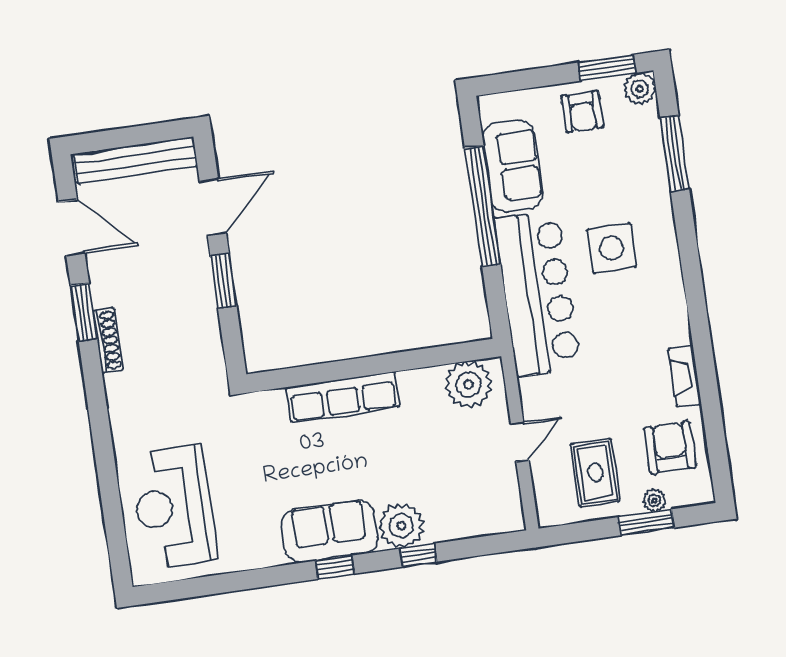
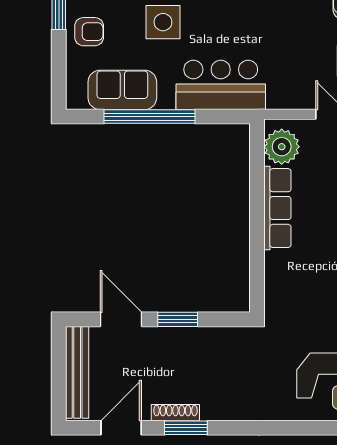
side table: (612, 248) -> (163, 22), moved
bar counter: (537, 293) -> (221, 85), width x0.73
shoe rack: (108, 340) -> (175, 413), moved
row of seats: (343, 397) -> (277, 208), moved

